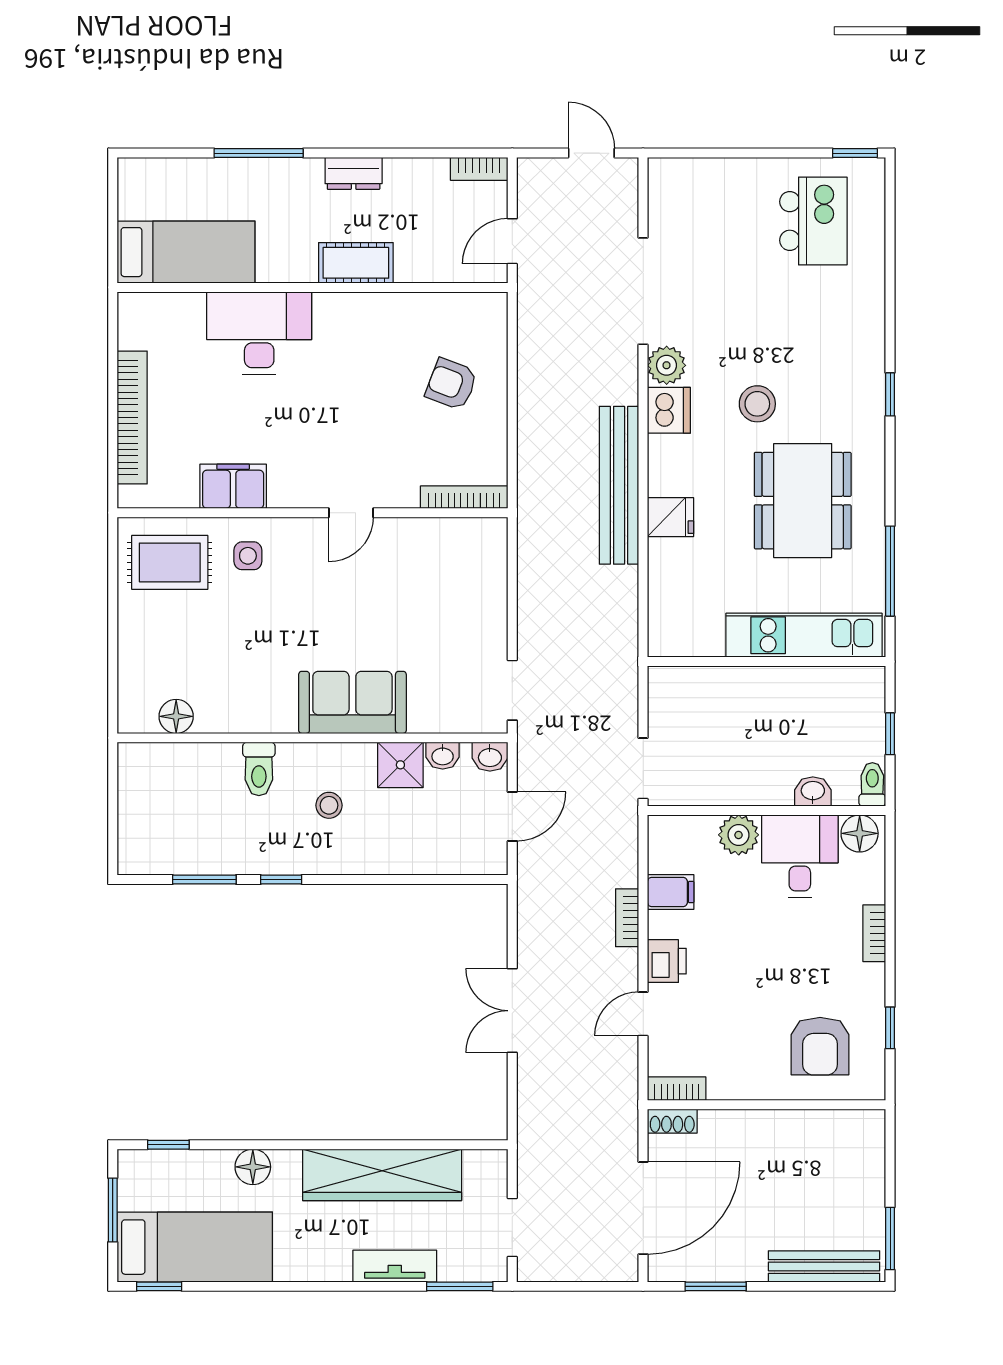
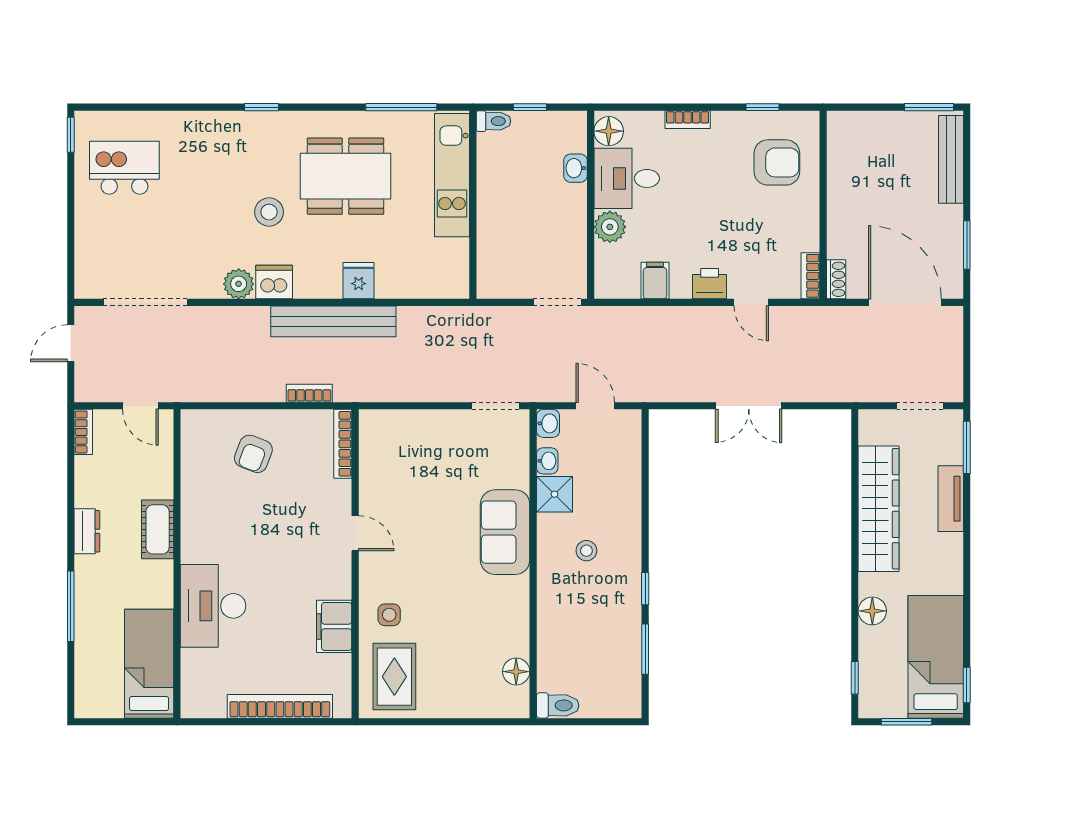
doorway: (643, 291) -> (145, 302), moved
toilet: (259, 769) -> (558, 705), moved
toilet: (872, 784) -> (493, 121), moved, turned 180
bookcase: (627, 918) -> (309, 393), moved, turned 180

